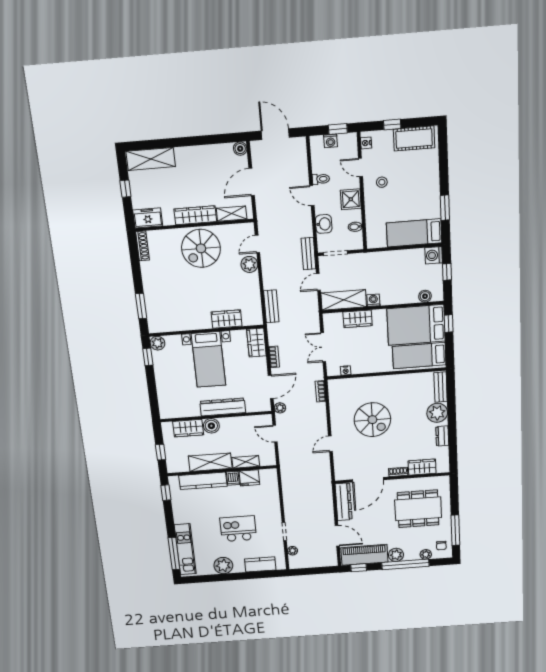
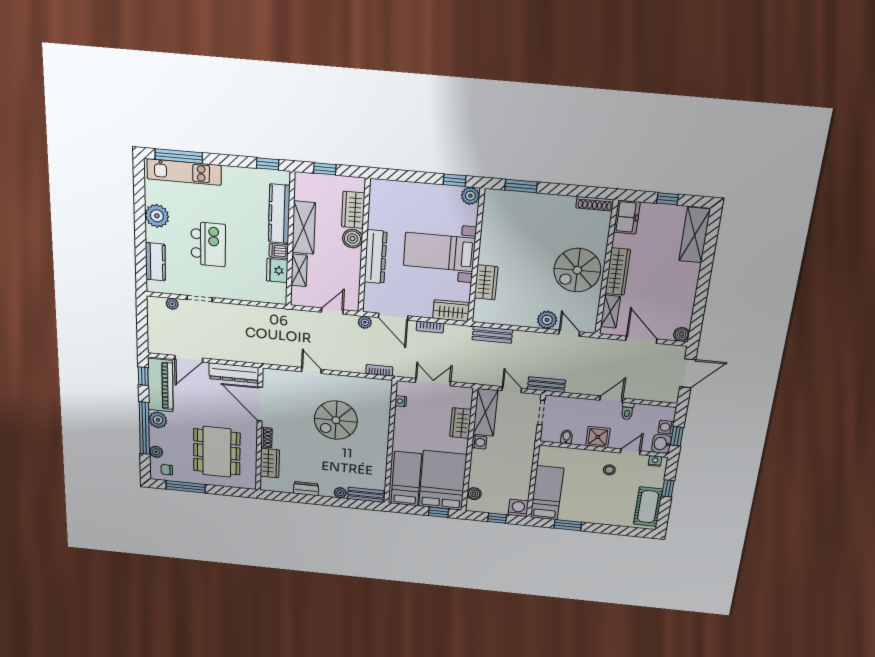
washbasin: (324, 224) -> (662, 444), moved, turned 90
spiral stairs: (201, 248) -> (577, 270), turned -90
plant: (437, 413) -> (340, 493), width x0.53, depth x0.53

